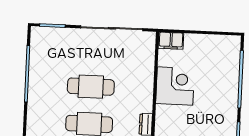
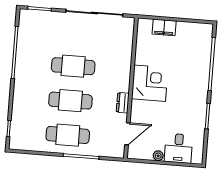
filing cabinet: (171, 41) -> (164, 27), moved
corner desk: (175, 86) -> (150, 83), moved

